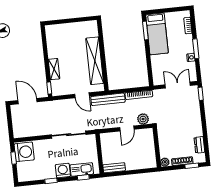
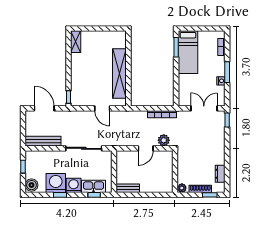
shelving: (54, 69) -> (76, 42), moved
bench: (108, 99) -> (43, 141), moved
washing machine: (24, 152) -> (56, 183), moved, turned -90
boiler: (23, 174) -> (31, 185), added

